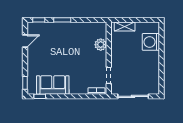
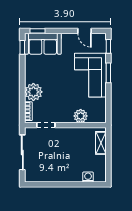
corner sofa: (64, 36) -> (90, 75), added
washing machine: (151, 42) -> (88, 177), width x0.53, depth x0.53
sofa: (53, 85) -> (43, 44), moved, turned 90
plant: (79, 86) -> (33, 92), added

